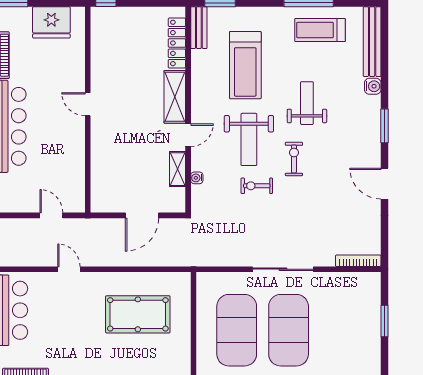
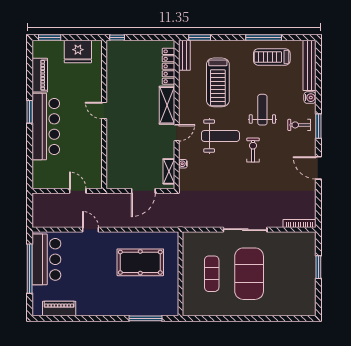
weight bench: (249, 139) -> (220, 136), turned -90
shelving: (177, 169) -> (169, 171), moved
exercise bike: (257, 186) -> (299, 125), moved
exercise mat: (237, 330) -> (212, 274), width x0.50, depth x0.69

